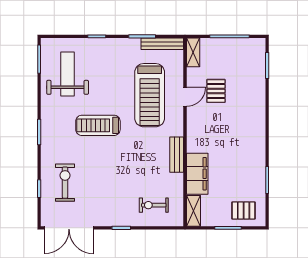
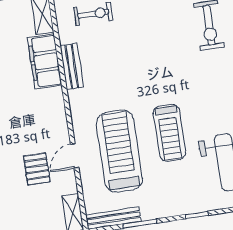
treadmill: (98, 125) -> (169, 133), moved, turned 90
bench: (177, 155) -> (72, 66), moved

